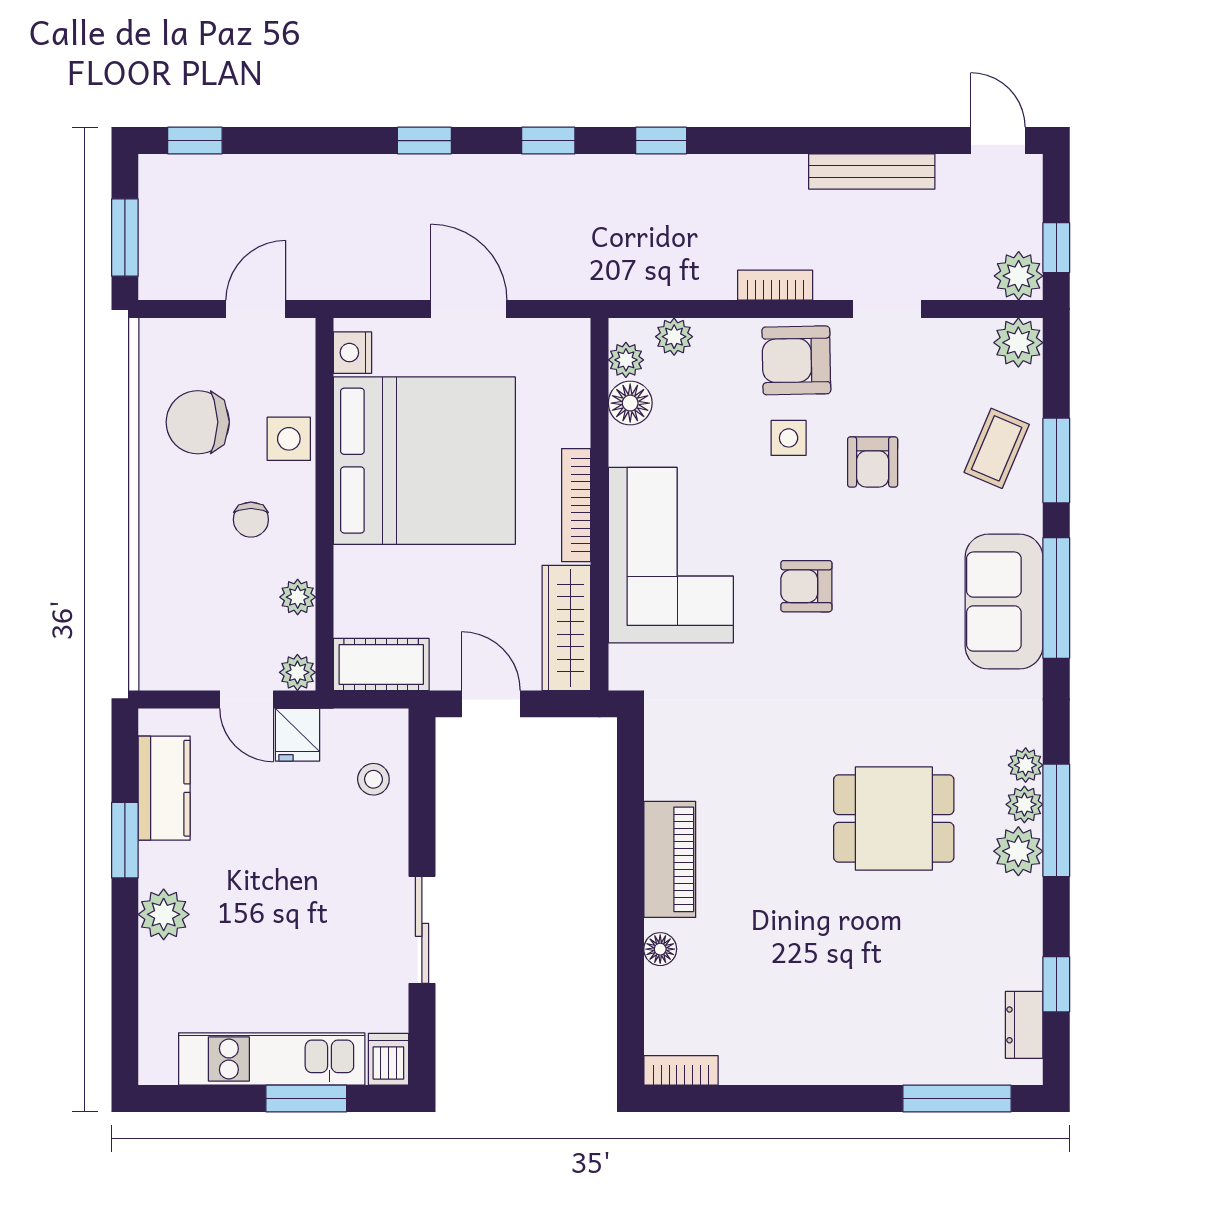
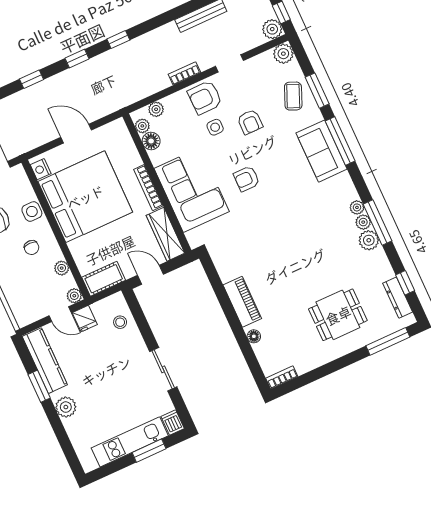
kitchen counter: (164, 788) -> (45, 361), width x1.50
dining table: (894, 819) -> (338, 315), moved
dresser: (1024, 1025) -> (398, 298), width x1.44

